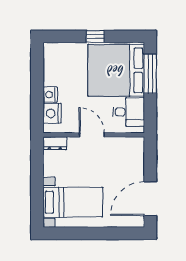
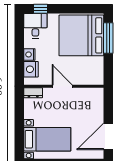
window: (95, 36) -> (40, 9), moved
desk: (129, 112) -> (35, 26), moved, turned -90

